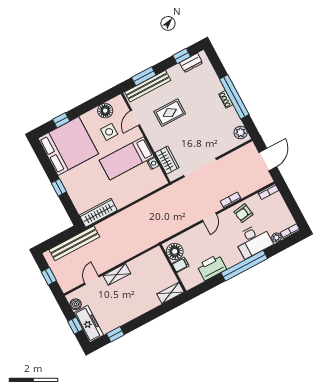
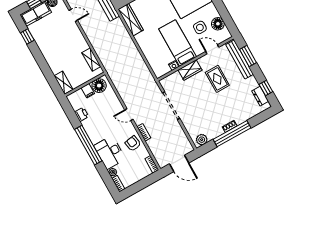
wardrobe: (167, 160) -> (190, 70), moved
printer: (212, 267) -> (82, 114), width x0.53, depth x0.68
shelving: (117, 274) -> (91, 60), moved

